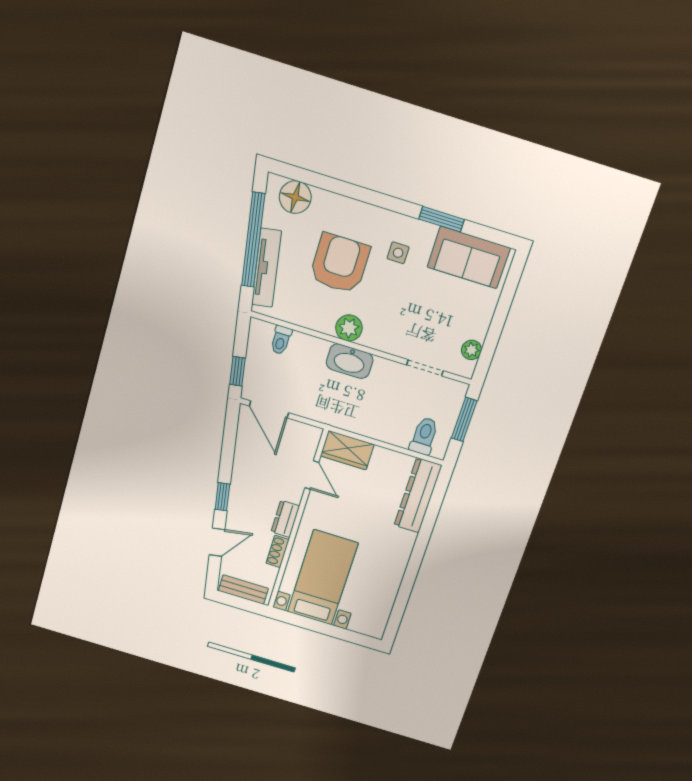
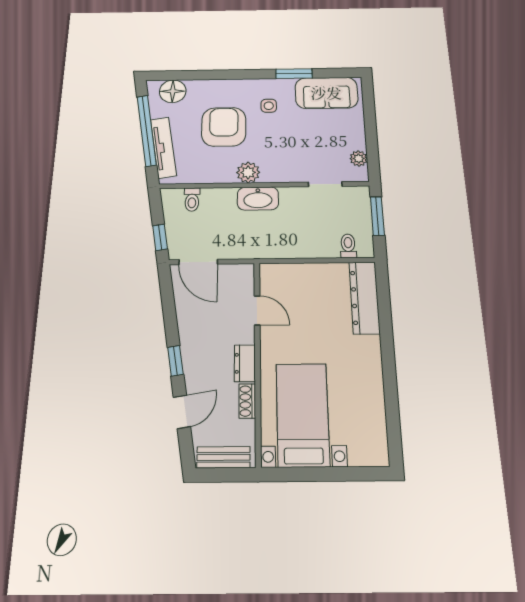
toilet: (424, 436) -> (348, 246), width x0.73, depth x0.72
wardrobe: (347, 450) -> (283, 276), removed

